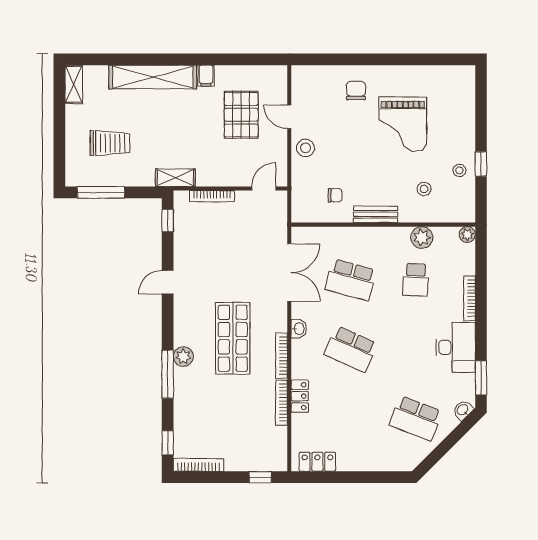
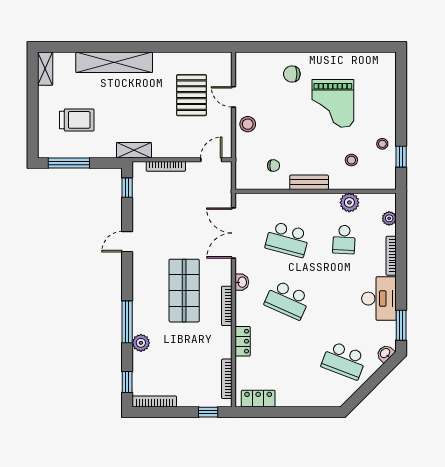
filing cabinet: (206, 76) -> (161, 61), removed
chair: (356, 91) -> (292, 74), turned -90
window: (481, 164) -> (401, 157), moved
plant: (467, 235) -> (389, 218), moved
double door: (289, 272) -> (233, 233), swing flipped
plant: (183, 356) -> (141, 343), moved
bookcase: (281, 403) -> (227, 379), moved

